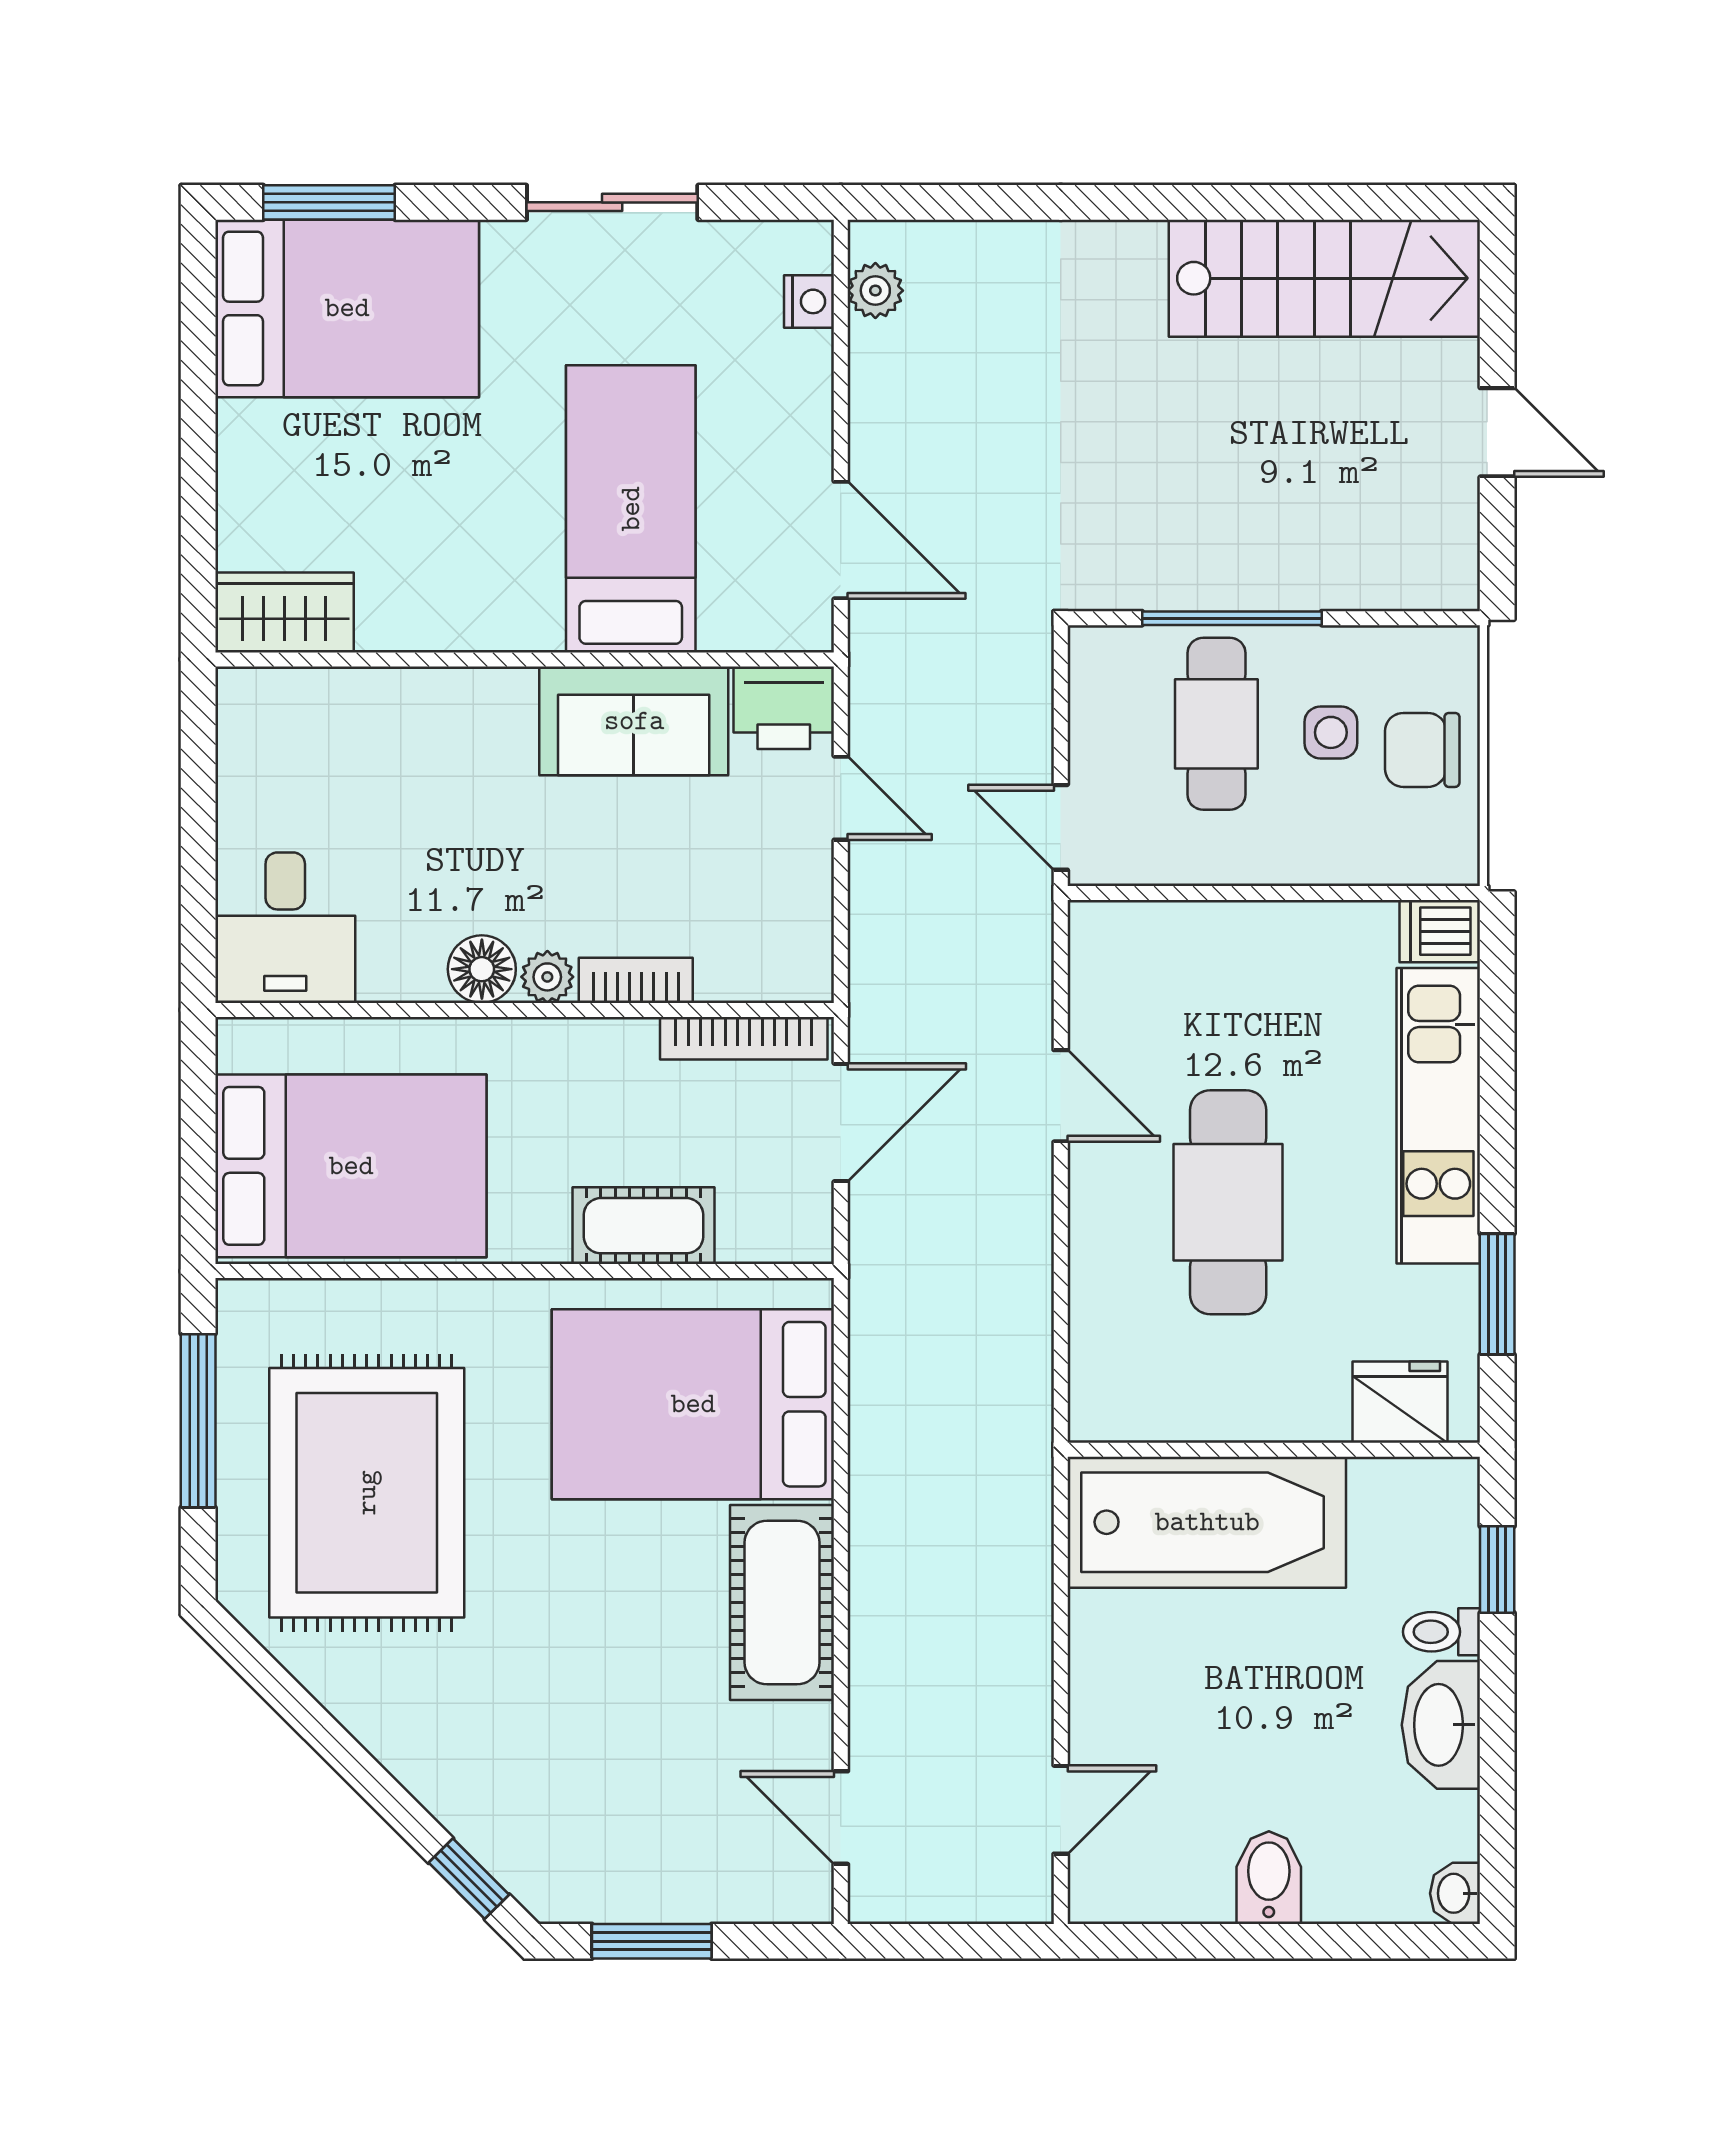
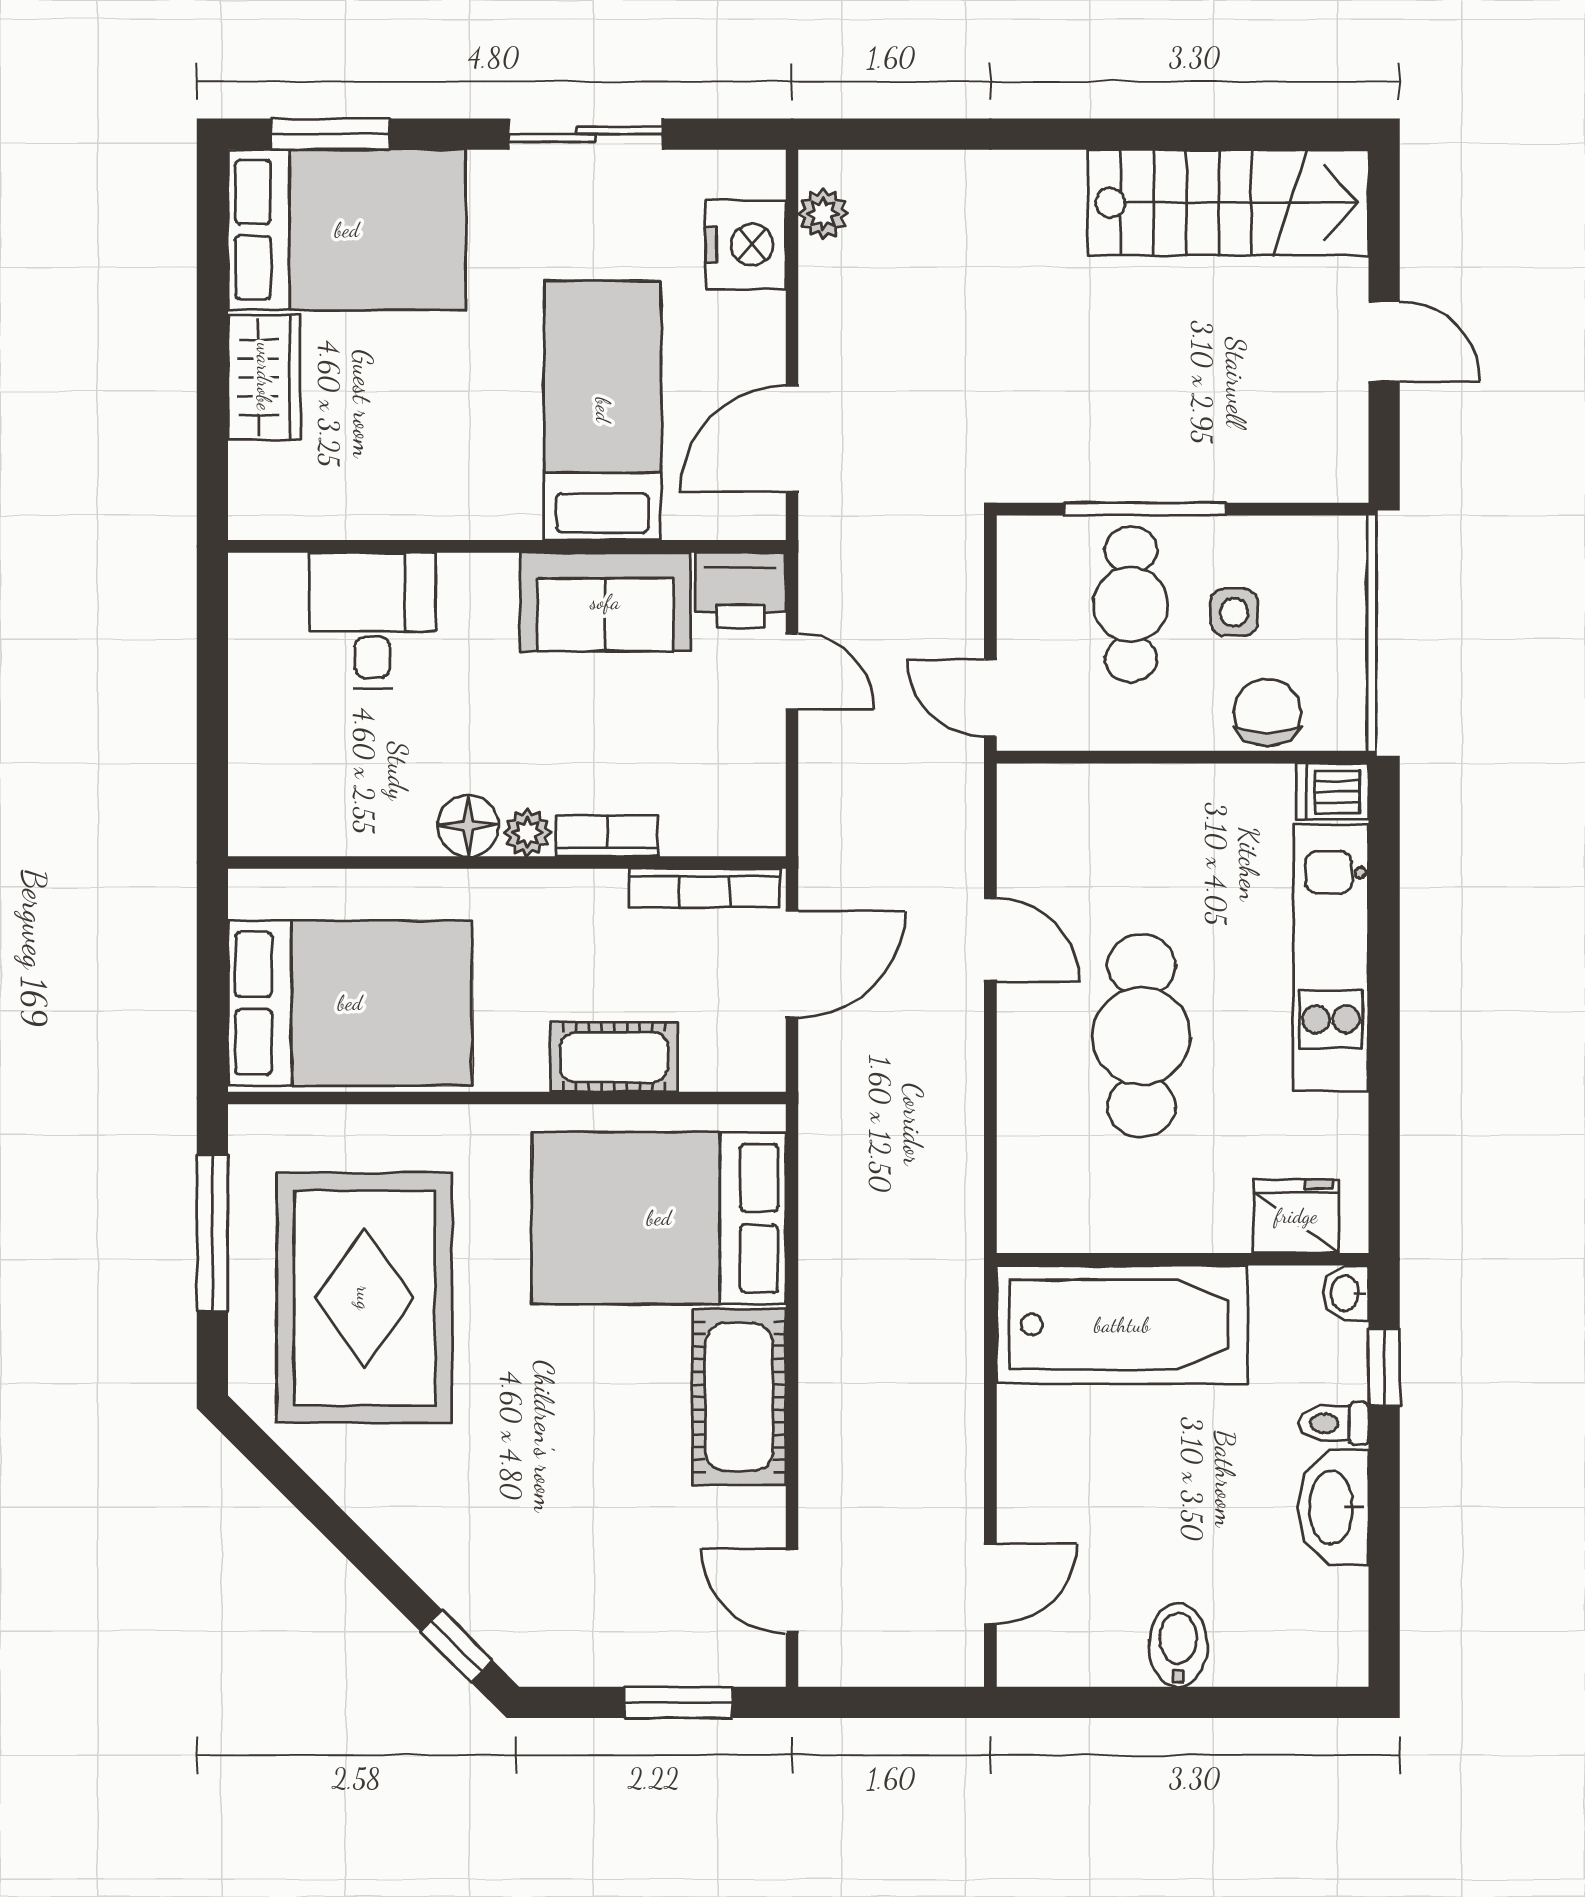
nightstand: (809, 301) -> (746, 245), width x1.89, depth x1.79
door: (841, 540) -> (792, 439), swing flipped
wardrobe: (284, 612) -> (264, 377), moved, turned 90
chair: (1422, 750) -> (1267, 712), moved, turned 90
desk: (285, 928) -> (372, 621), moved, turned 180
window: (1497, 1294) -> (1384, 1119), removed
washbasin: (1455, 1893) -> (1346, 1293), moved
window: (652, 1941) -> (678, 1702), moved

